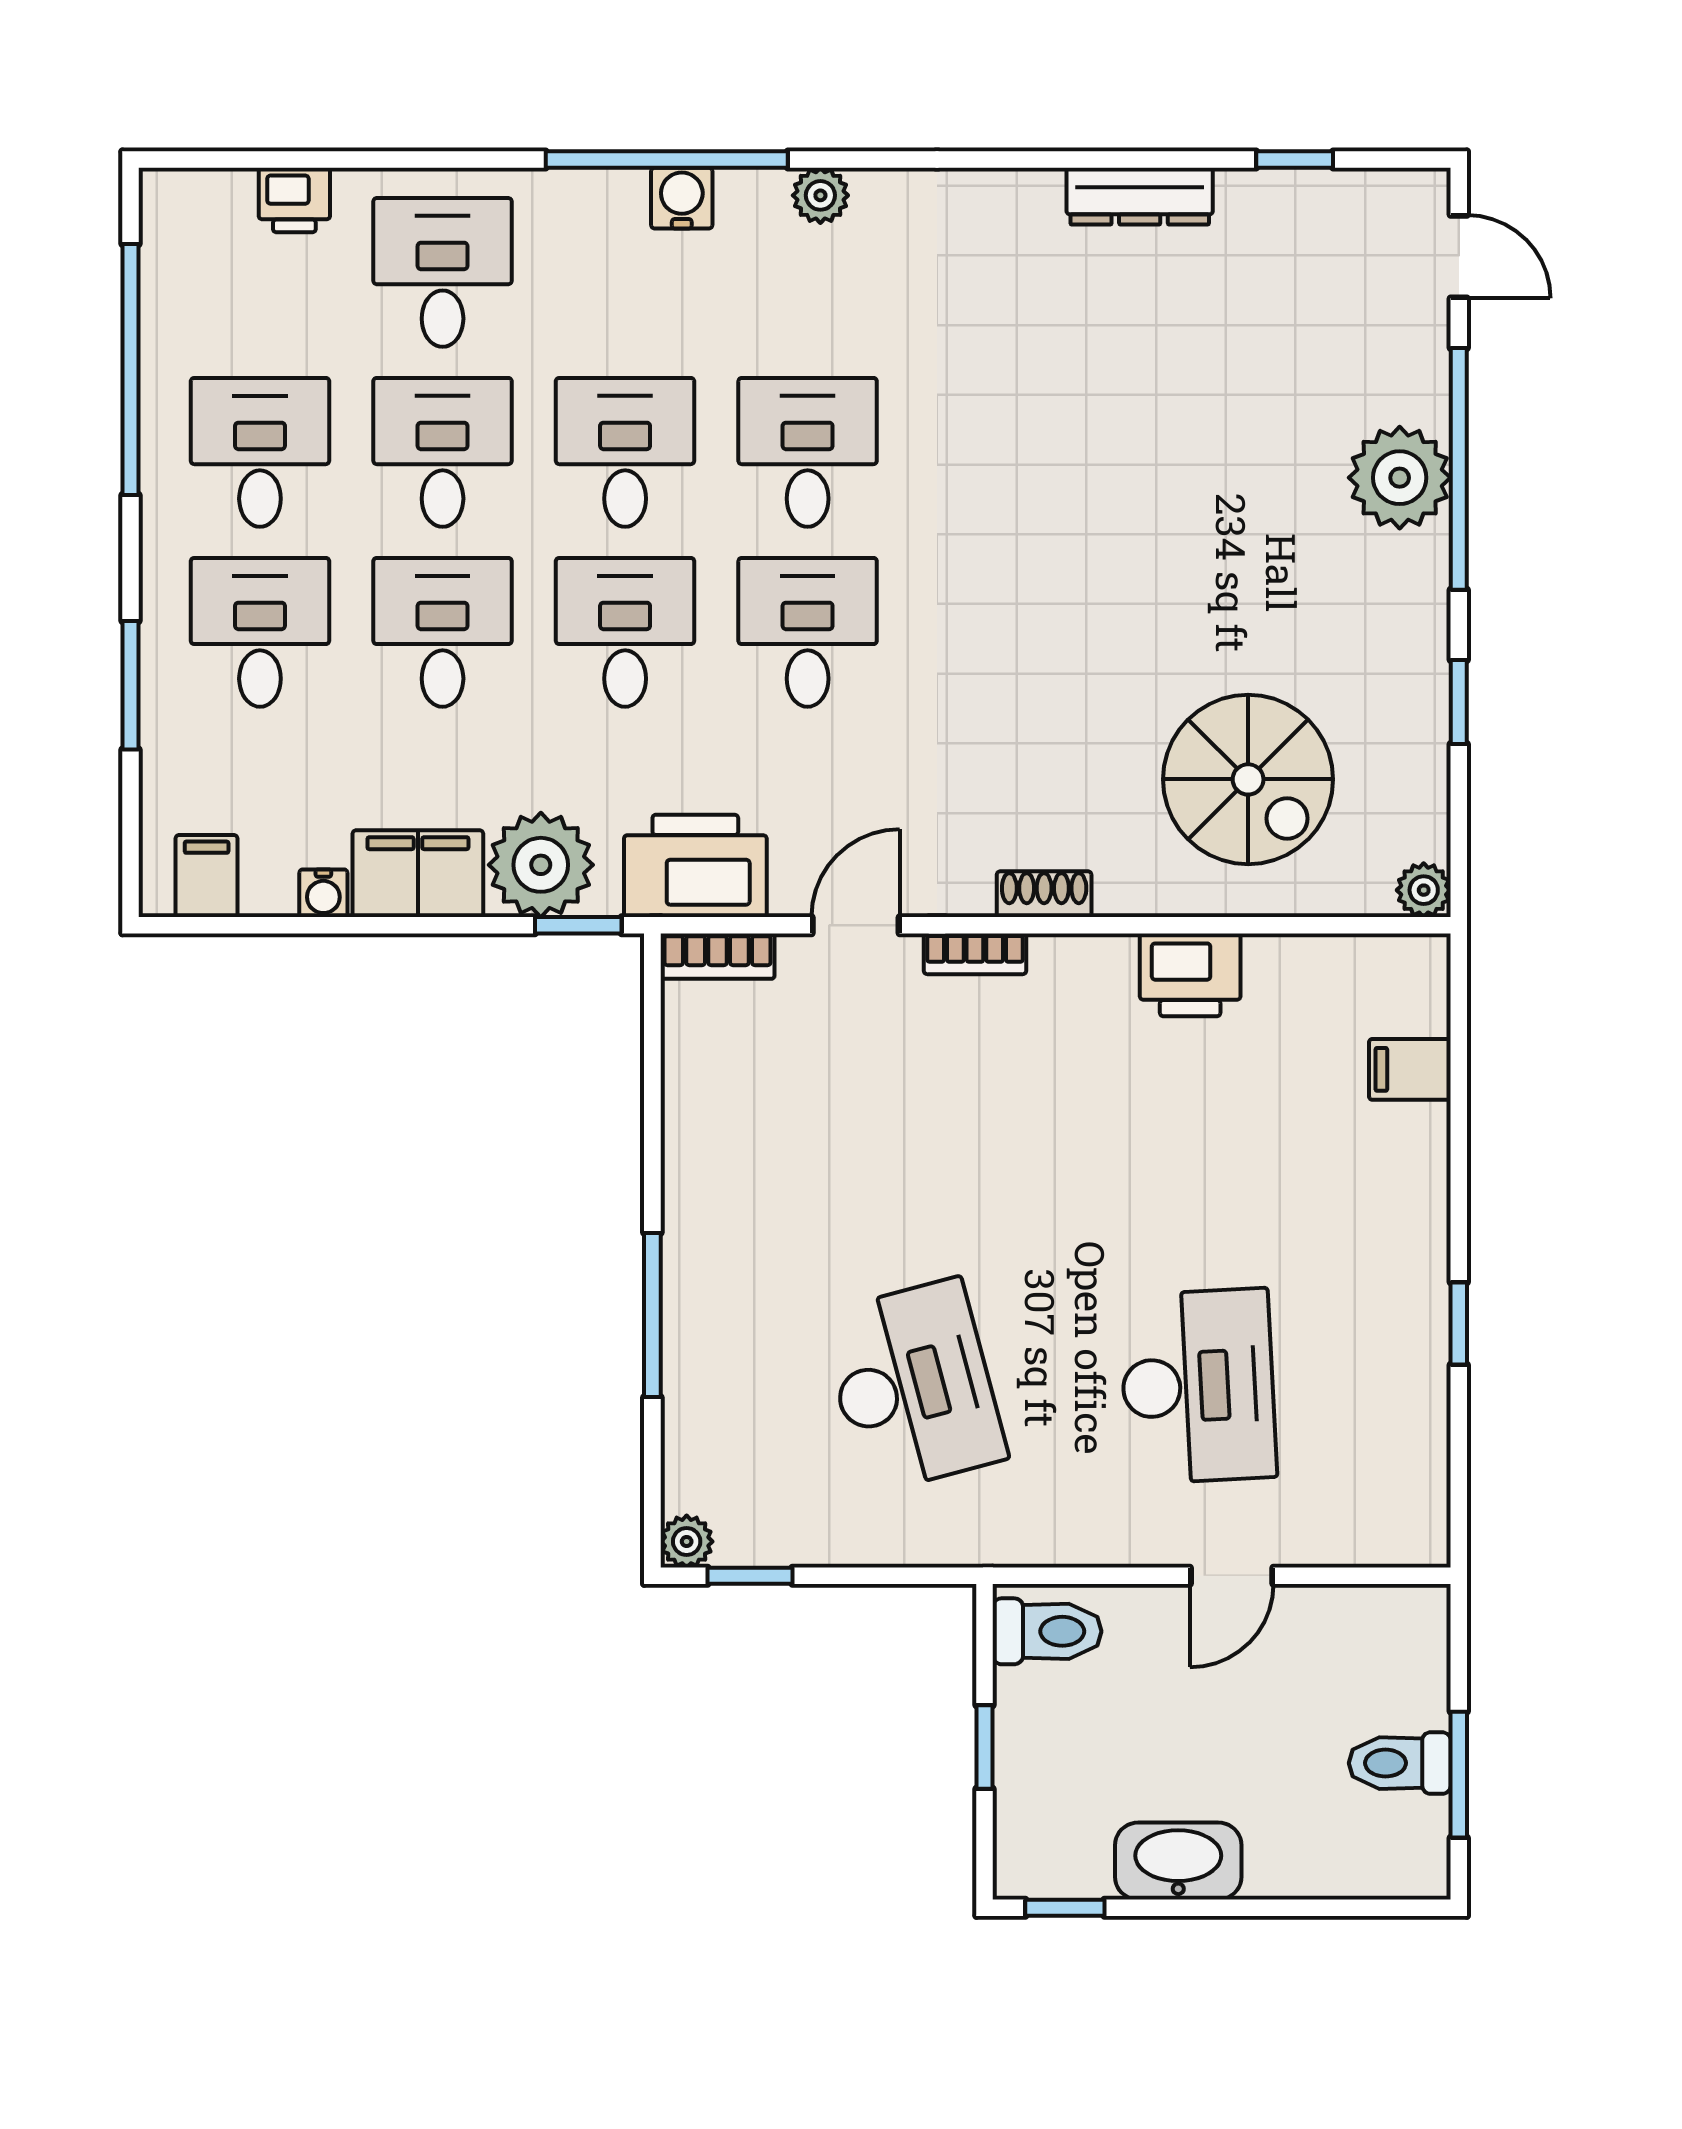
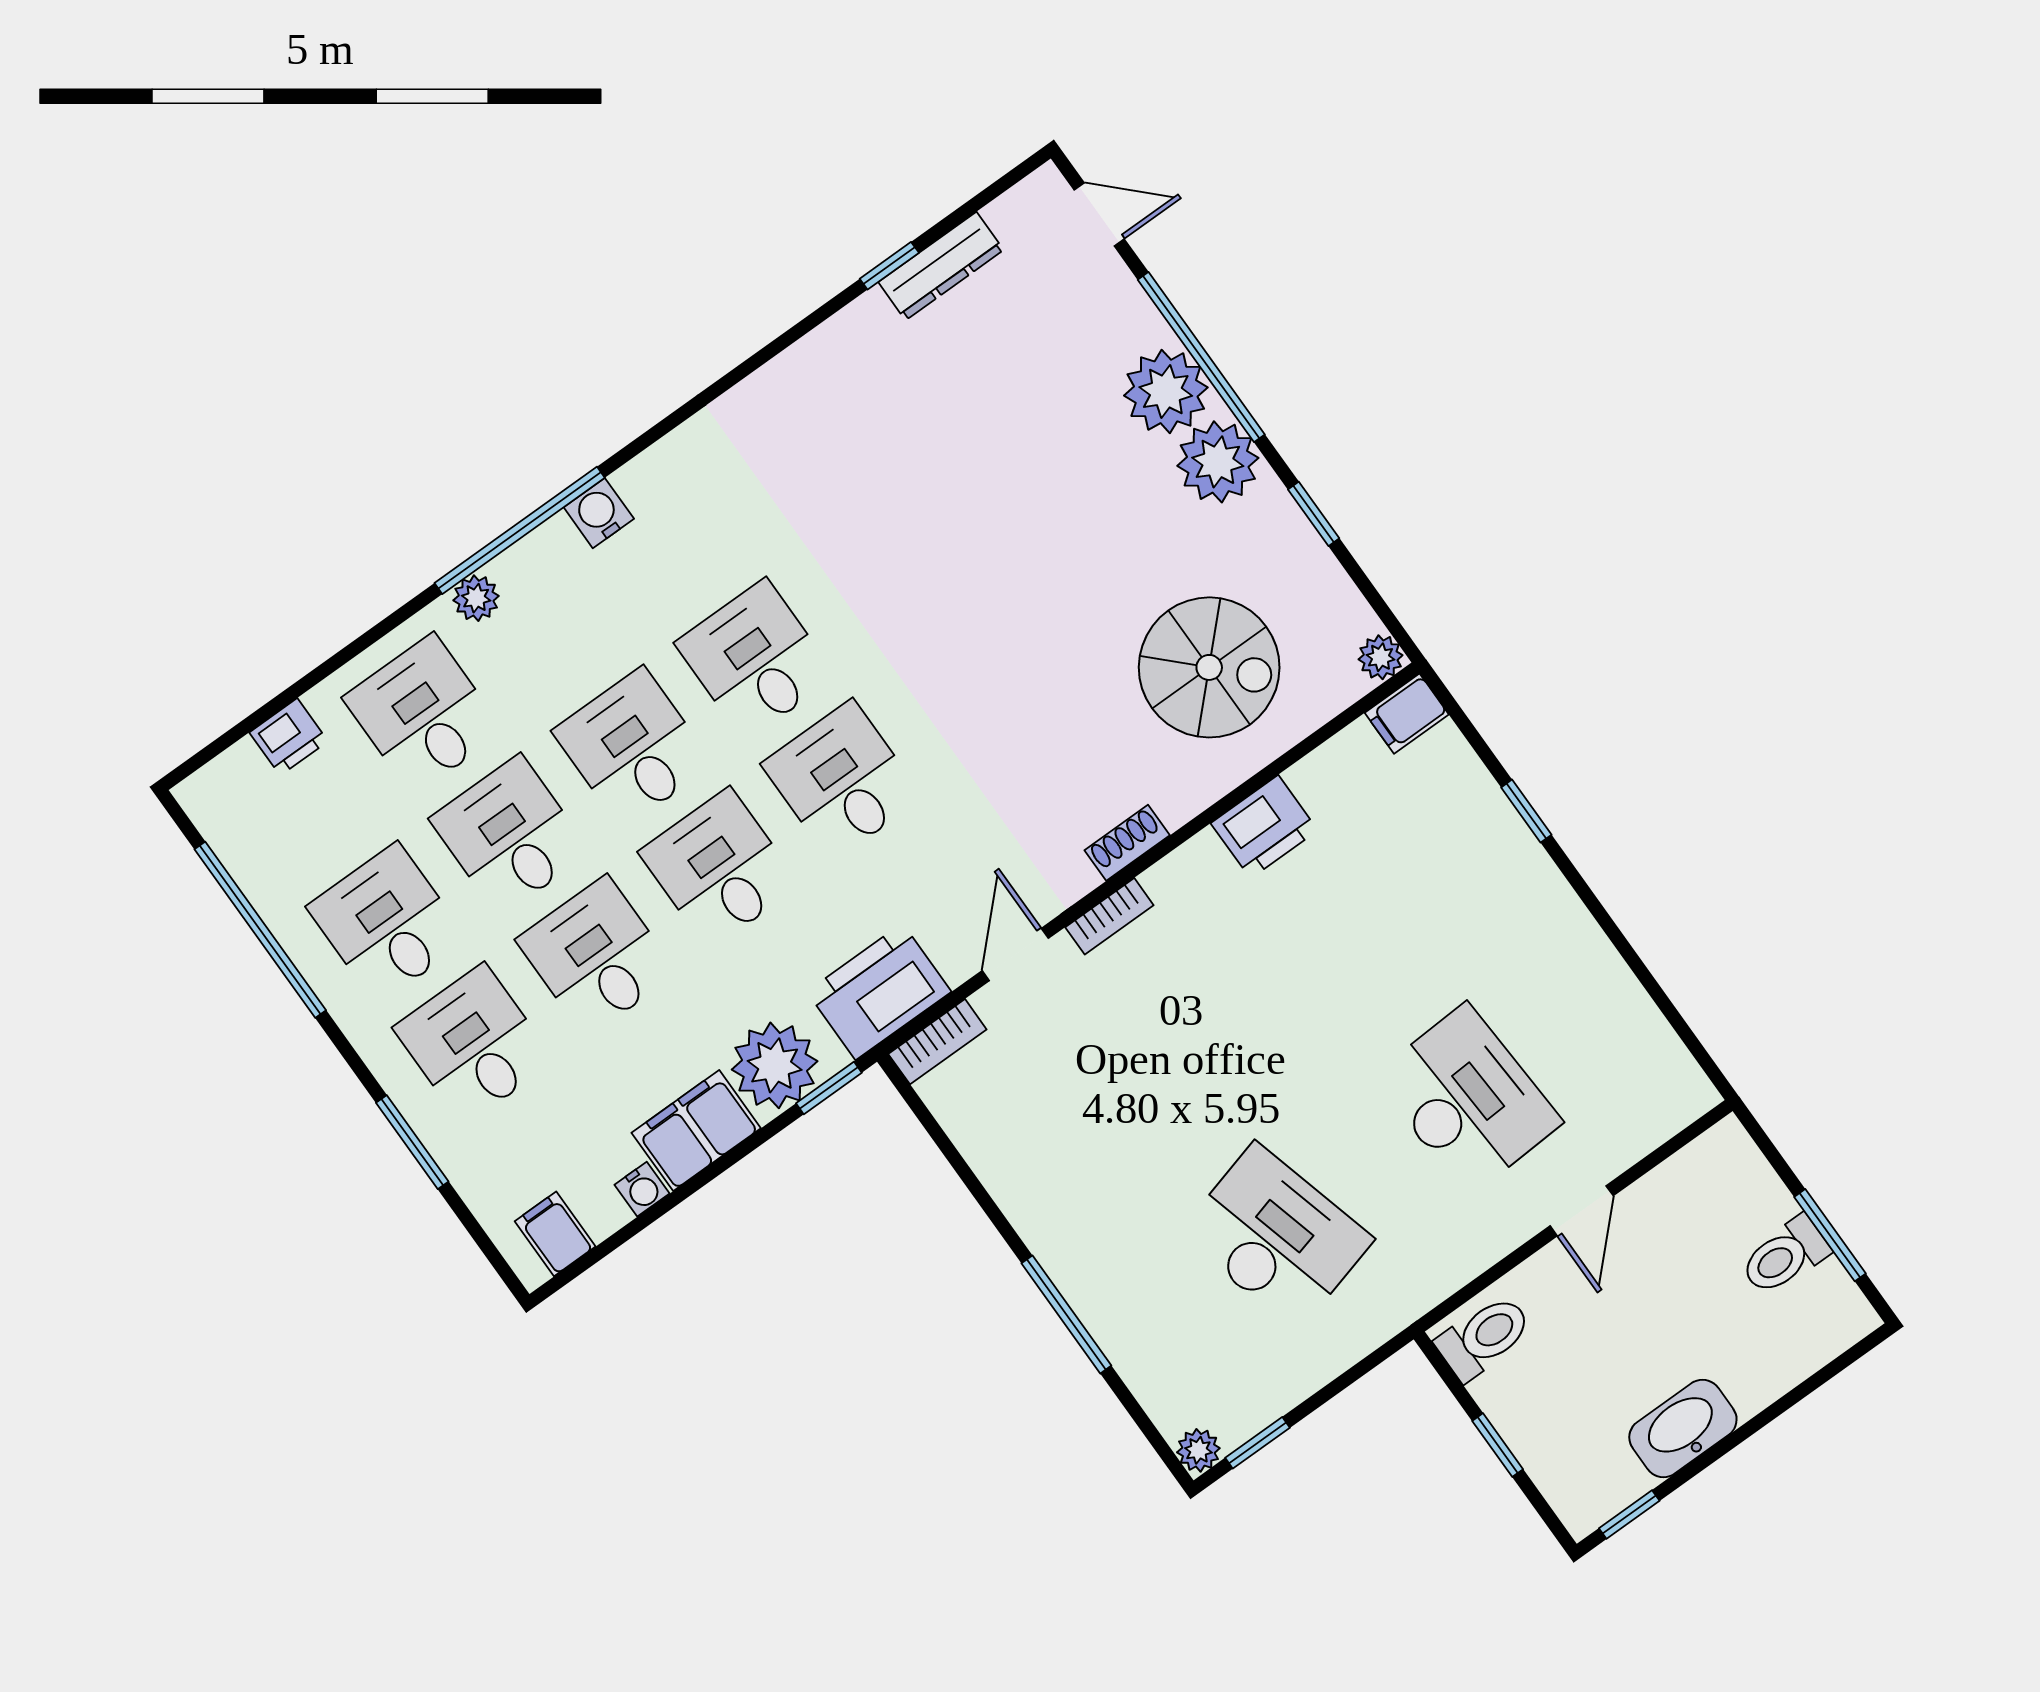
window: (1295, 159) -> (889, 266), moved
plant: (820, 195) -> (476, 598), moved
dresser: (1140, 196) -> (941, 266), moved
water cooler: (682, 198) -> (599, 513), moved
plant: (1401, 584) -> (1218, 462), added
filing cabinet: (1410, 1069) -> (1407, 714), moved
window: (1459, 1323) -> (1526, 811), moved

